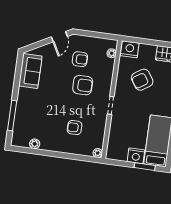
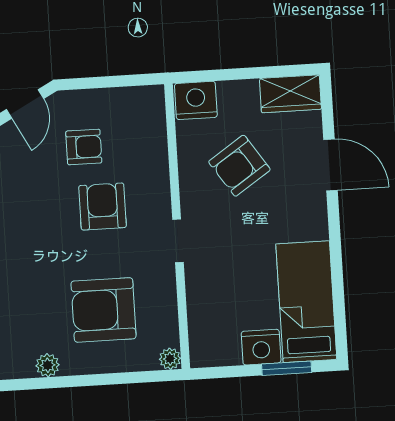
plant: (112, 53) -> (155, 118), removed
armchair: (83, 85) -> (102, 207), turned -90
armchair: (75, 128) -> (104, 310), width x1.88, depth x1.88
plant: (35, 144) -> (48, 365), moved

